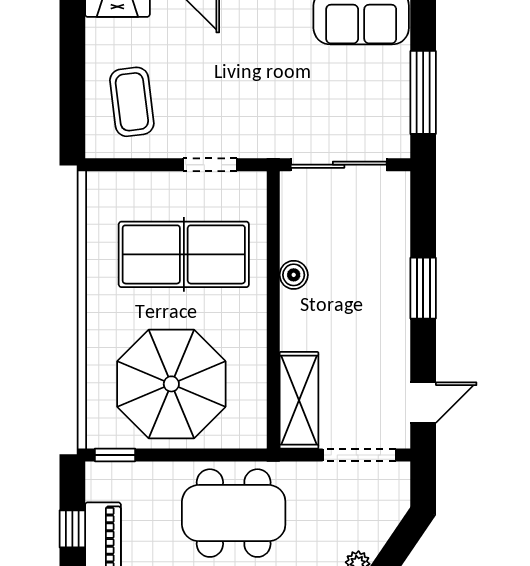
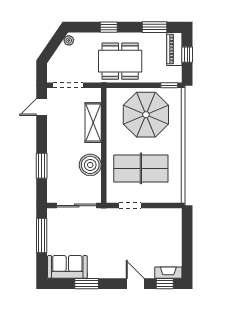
coffee table: (132, 102) -> (162, 232), removed
boiler: (294, 275) -> (90, 165), width x1.86, depth x1.86
window: (423, 288) -> (42, 166), moved
shelving: (299, 400) -> (93, 123), moved

